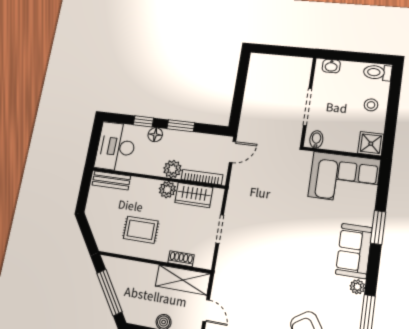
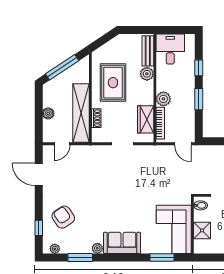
floor lamp: (155, 135) -> (189, 80), removed
shower: (371, 144) -> (202, 230), moved
desk: (116, 147) -> (170, 49), width x0.73
plant: (167, 190) -> (147, 74), moved
window: (378, 228) -> (162, 257), moved
rug: (141, 230) -> (113, 83), width x1.36, depth x1.43
shelving: (183, 280) -> (81, 113), width x1.47

